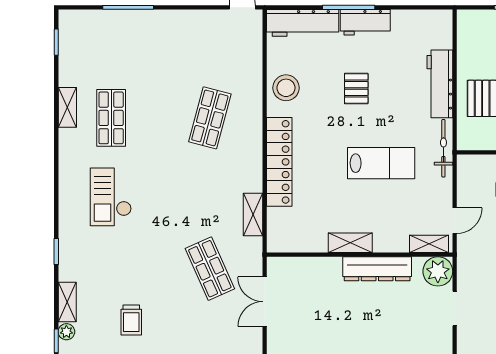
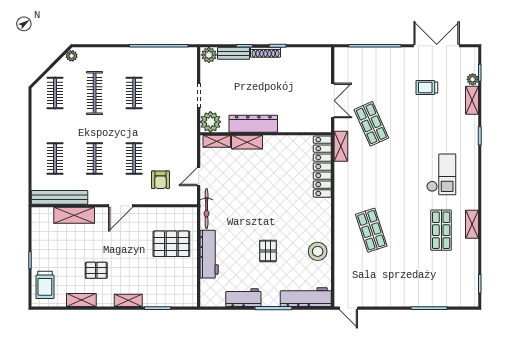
workbench: (365, 22) -> (243, 298), moved
shelving: (67, 107) -> (472, 224), moved
shop shelf: (210, 118) -> (371, 230), turned -33
locker: (279, 162) -> (322, 167), moved
lab bench: (381, 163) -> (251, 198), removed
shelving: (253, 214) -> (341, 146), moved
door: (455, 221) -> (199, 177), moved
shelving: (350, 243) -> (247, 142), moved
trolley: (131, 320) -> (427, 88), turned -90

